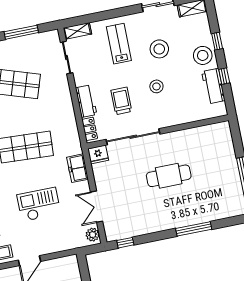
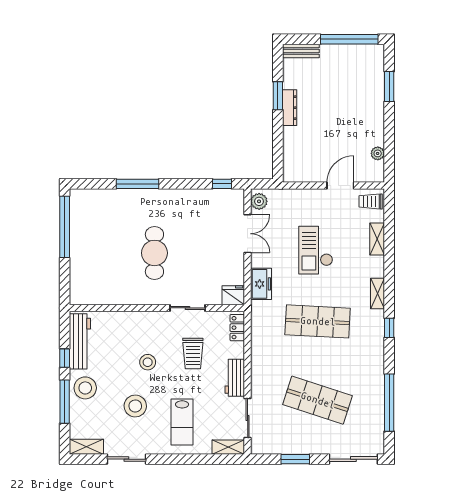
window: (21, 32) -> (295, 459), width x0.69
window: (217, 41) -> (65, 402), width x2.17
workbench: (213, 86) -> (80, 341), width x1.37
workbench: (86, 101) -> (235, 378), moved
sliding door: (133, 137) -> (187, 308), width x0.54
cafe table: (169, 176) -> (154, 253), turned 90
checkout: (39, 204) -> (316, 250), turned 90

